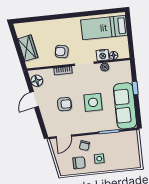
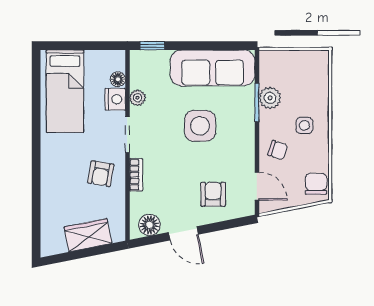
window: (135, 88) -> (152, 46), moved
armchair: (64, 104) -> (213, 194), moved
plant: (112, 139) -> (270, 98), added
chair: (79, 163) -> (316, 184), moved

